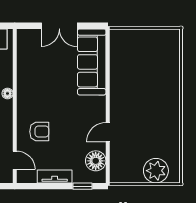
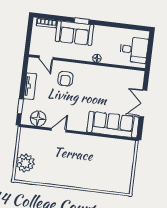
door: (108, 132) -> (59, 130), hinge flipped
door: (15, 160) -> (46, 58), hinge flipped

